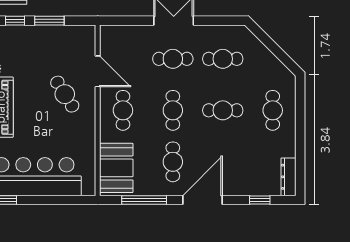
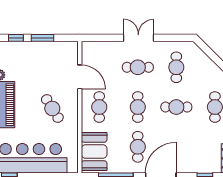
cafe table: (223, 59) -> (176, 67), turned 90
cafe table: (65, 94) -> (52, 109), moved

